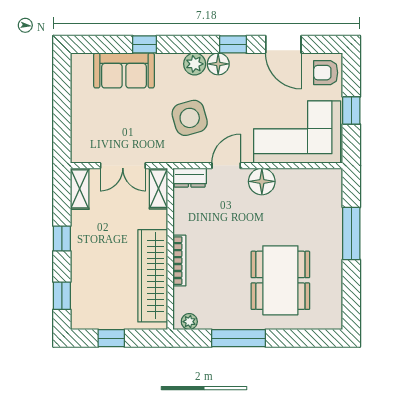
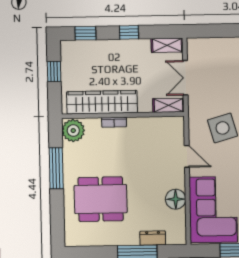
dresser: (190, 178) -> (153, 238), moved, turned 90
floor lamp: (262, 181) -> (176, 199), moved
bookcase: (179, 261) -> (114, 122), width x0.64
plant: (189, 322) -> (73, 131), width x1.88, depth x1.88

